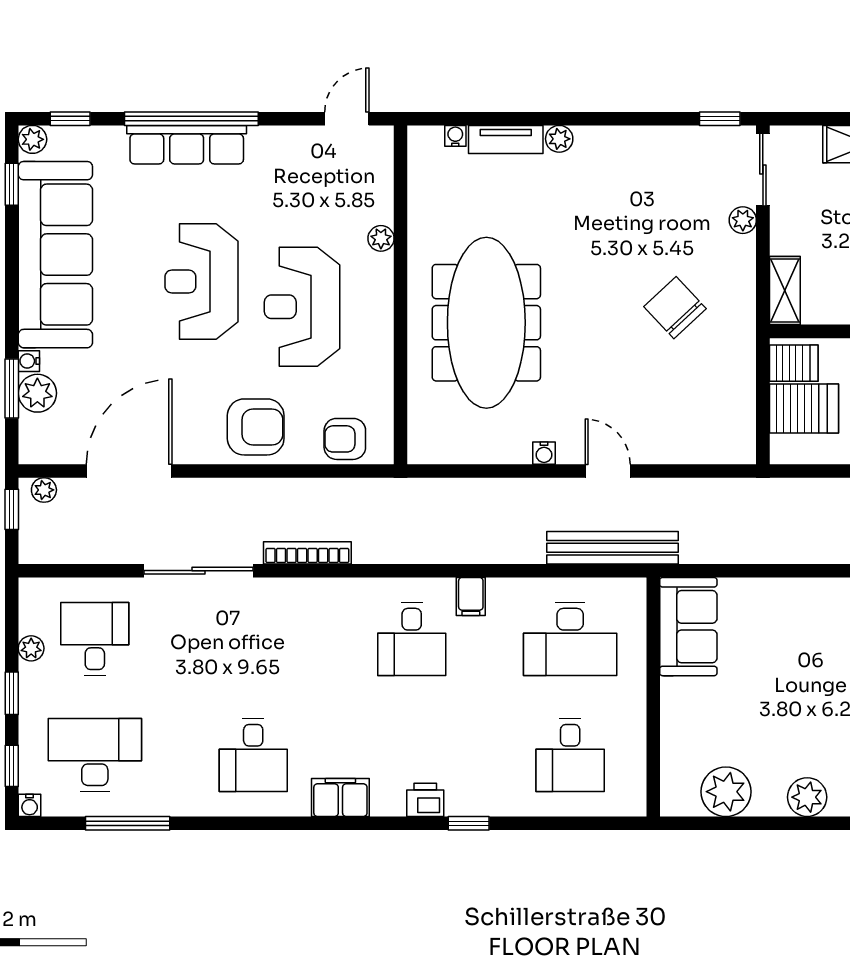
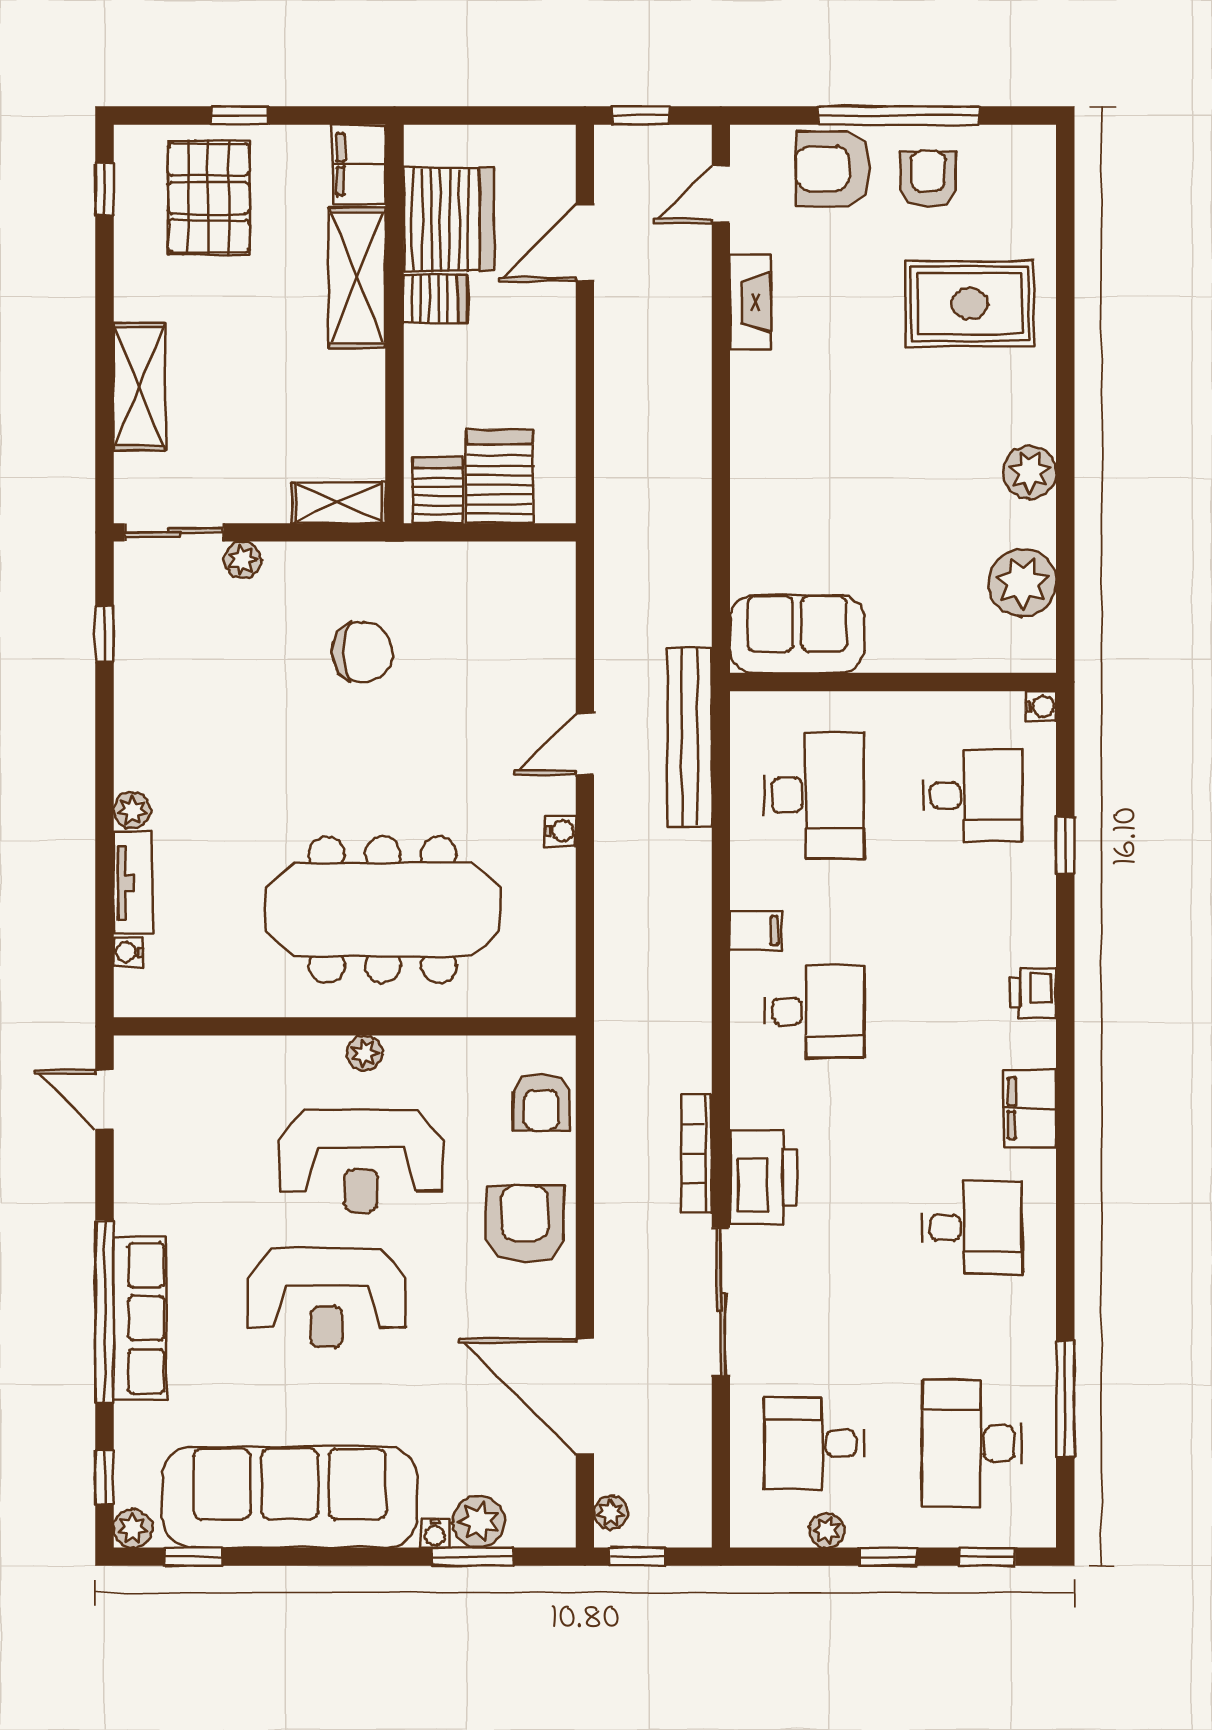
window: (720, 119) -> (104, 634), moved
plant: (381, 238) -> (365, 1053), moved
chair: (675, 308) -> (362, 652), turned -137
printer: (290, 602) -> (763, 1177), added
water cooler: (30, 805) -> (1041, 706), moved
window: (469, 823) -> (1065, 845), moved

